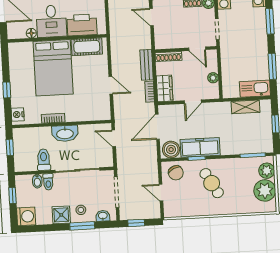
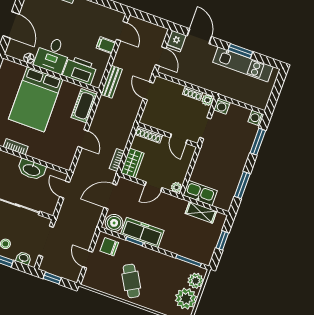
cot: (87, 47) -> (84, 106), moved, turned 90
bench: (147, 65) -> (112, 82), moved
plant: (213, 78) -> (176, 187), moved
kitchen sink: (255, 89) -> (200, 193), moved
washbasin: (65, 133) -> (32, 170), moved
chair: (176, 173) -> (109, 247), turned 114
cafe table: (212, 183) -> (131, 281), moved

